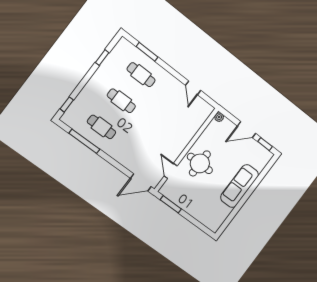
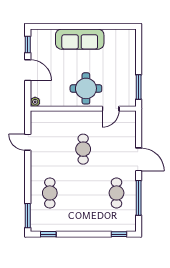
window: (147, 52) -> (28, 216), moved
window: (102, 58) -> (48, 234), moved
door: (193, 88) -> (28, 142), swing flipped
cafe table: (121, 101) -> (83, 149), moved
door: (141, 182) -> (139, 159), moved

